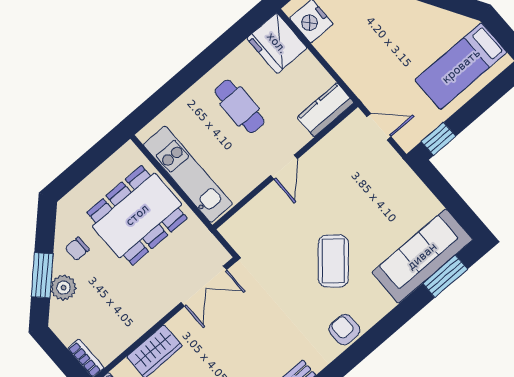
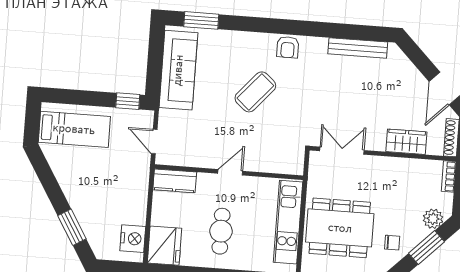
sofa: (422, 256) -> (178, 70), moved, turned -90
plant: (64, 288) -> (433, 219), moved

